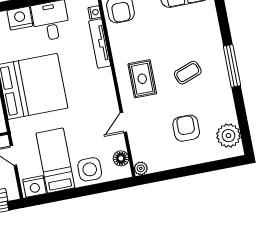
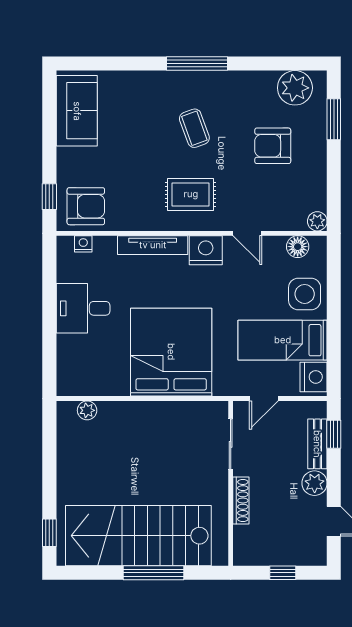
nightstand: (20, 18) -> (206, 250), moved, turned 90
tv unit: (100, 43) -> (153, 245), moved
window: (212, 166) -> (334, 119), added

